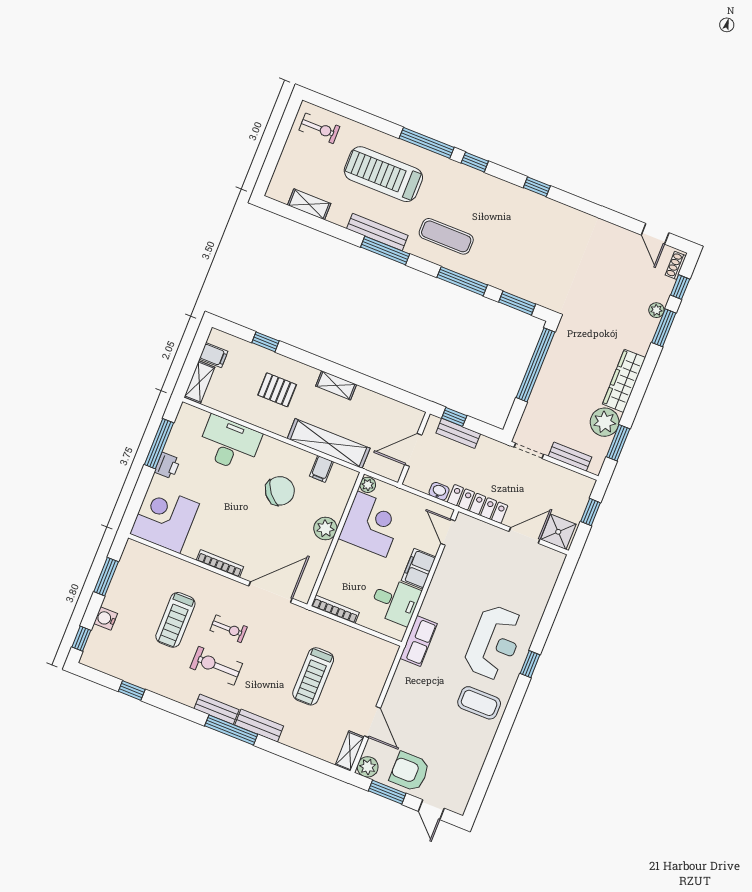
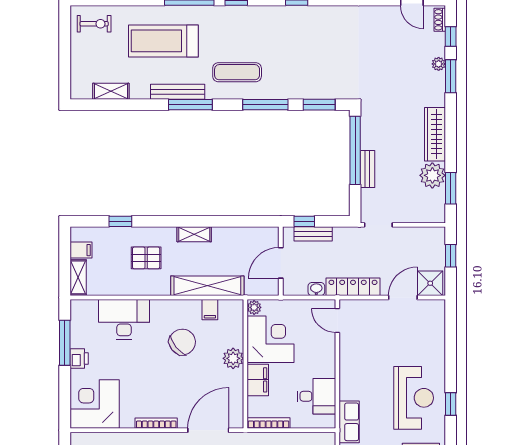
bench: (570, 457) -> (367, 169), moved, turned 90
filing cabinet: (419, 569) -> (258, 380), moved, turned 180

